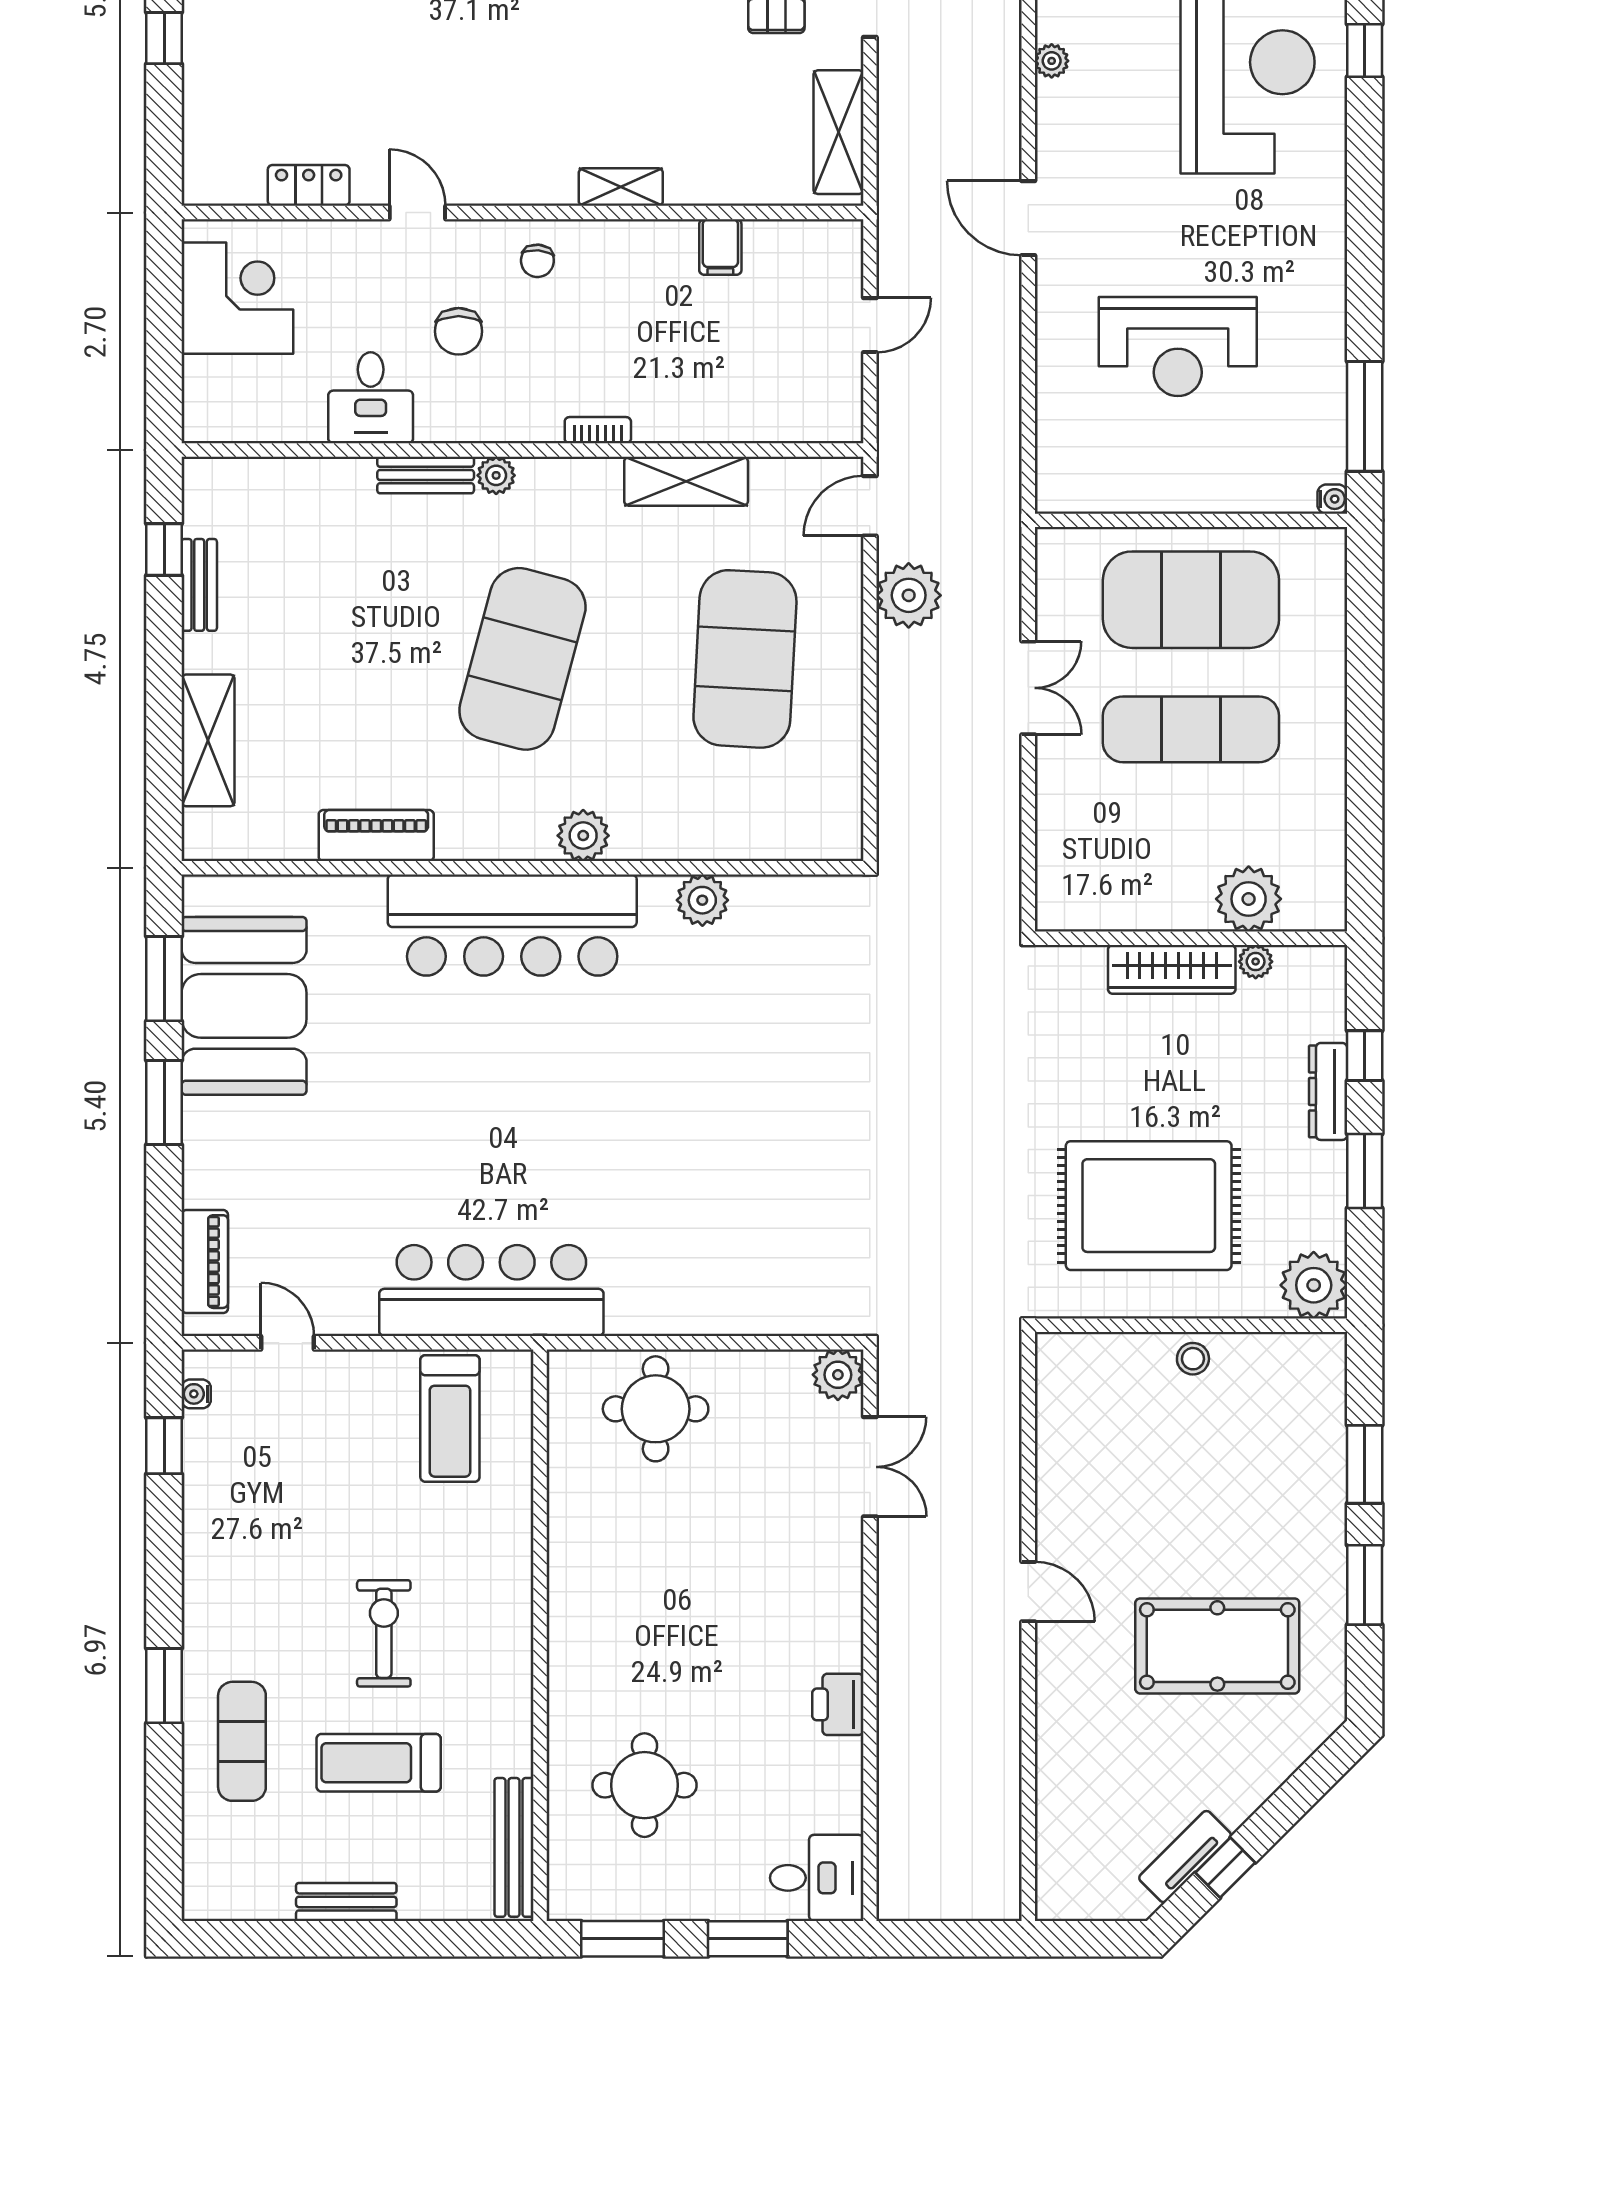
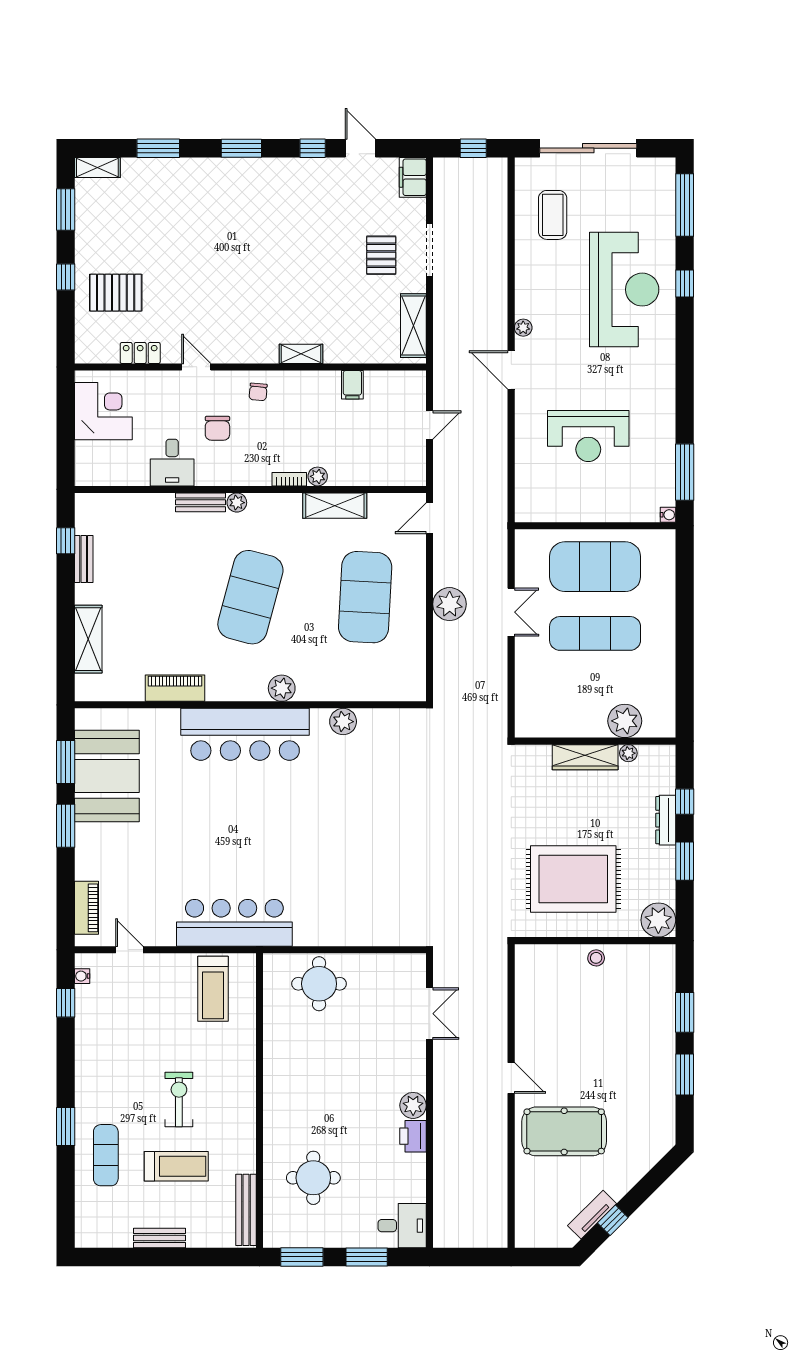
plant: (1052, 61) -> (523, 328), moved
pallet: (261, 68) -> (116, 293), added
plant: (653, 425) -> (318, 476), added
plant: (909, 595) -> (450, 604), moved
plant: (838, 1375) -> (413, 1105), moved
pool table: (1217, 1646) -> (564, 1131), moved
treadmill: (379, 1763) -> (176, 1166), turned 180

